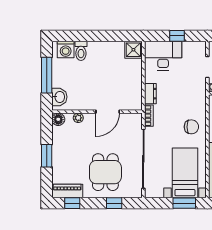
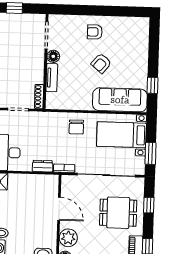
plant: (78, 118) -> (68, 238), width x1.88, depth x1.88
chair: (191, 127) -> (76, 127), turned 180
window: (184, 203) -> (150, 153), moved

